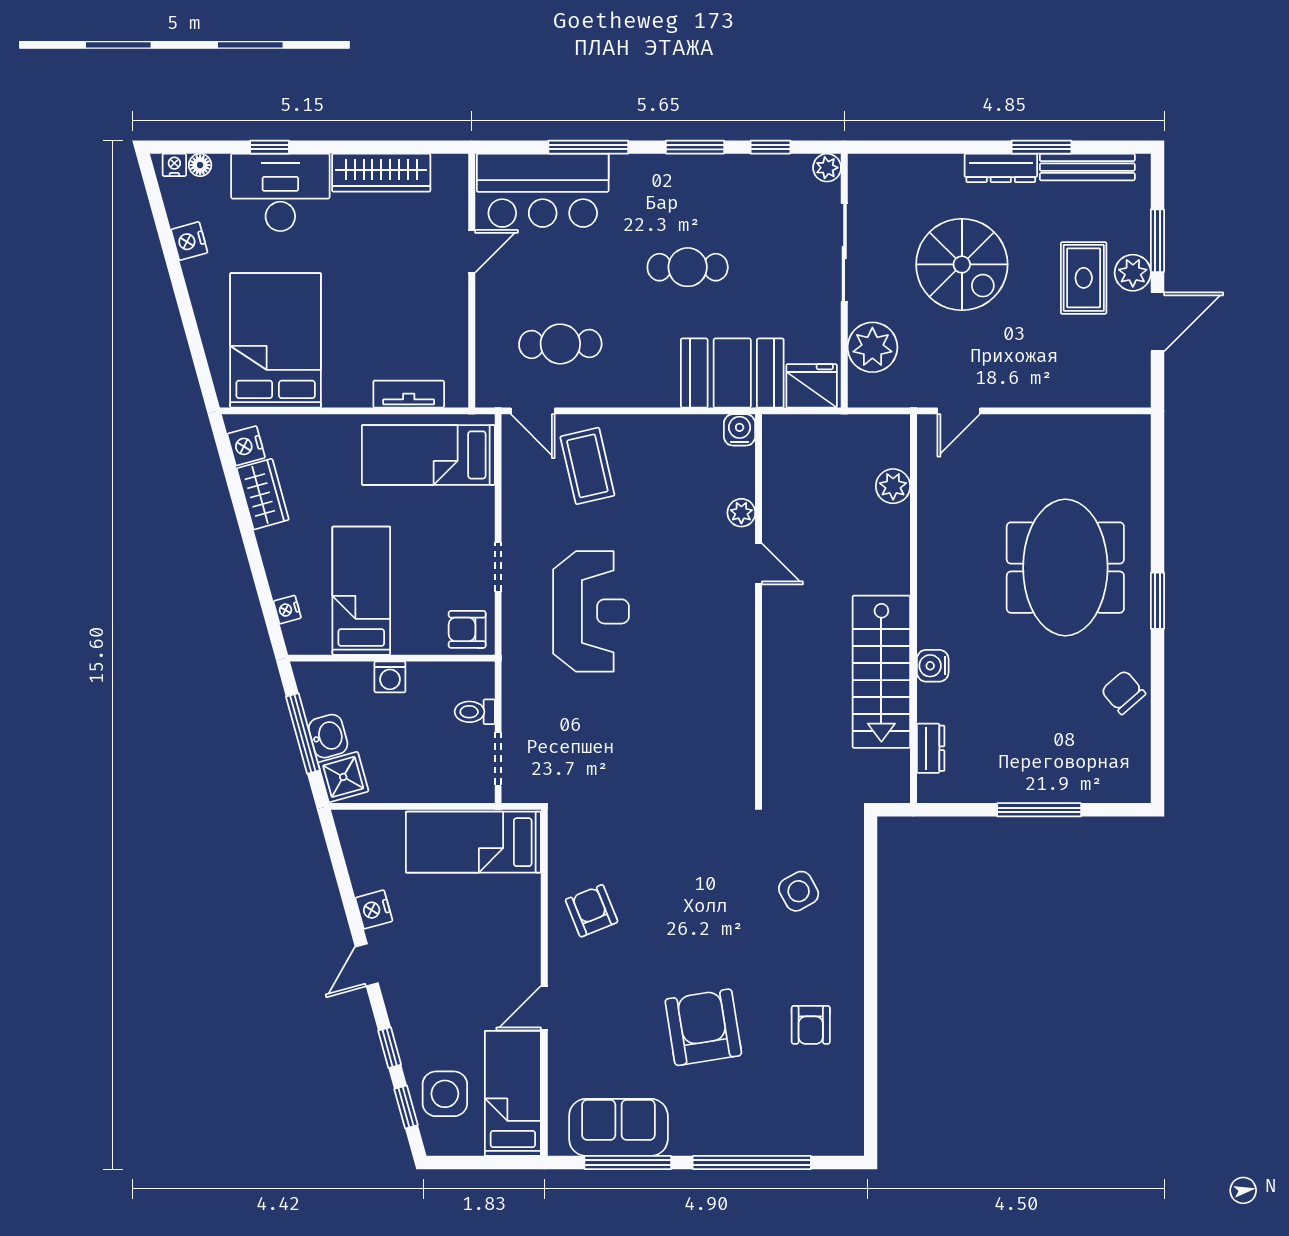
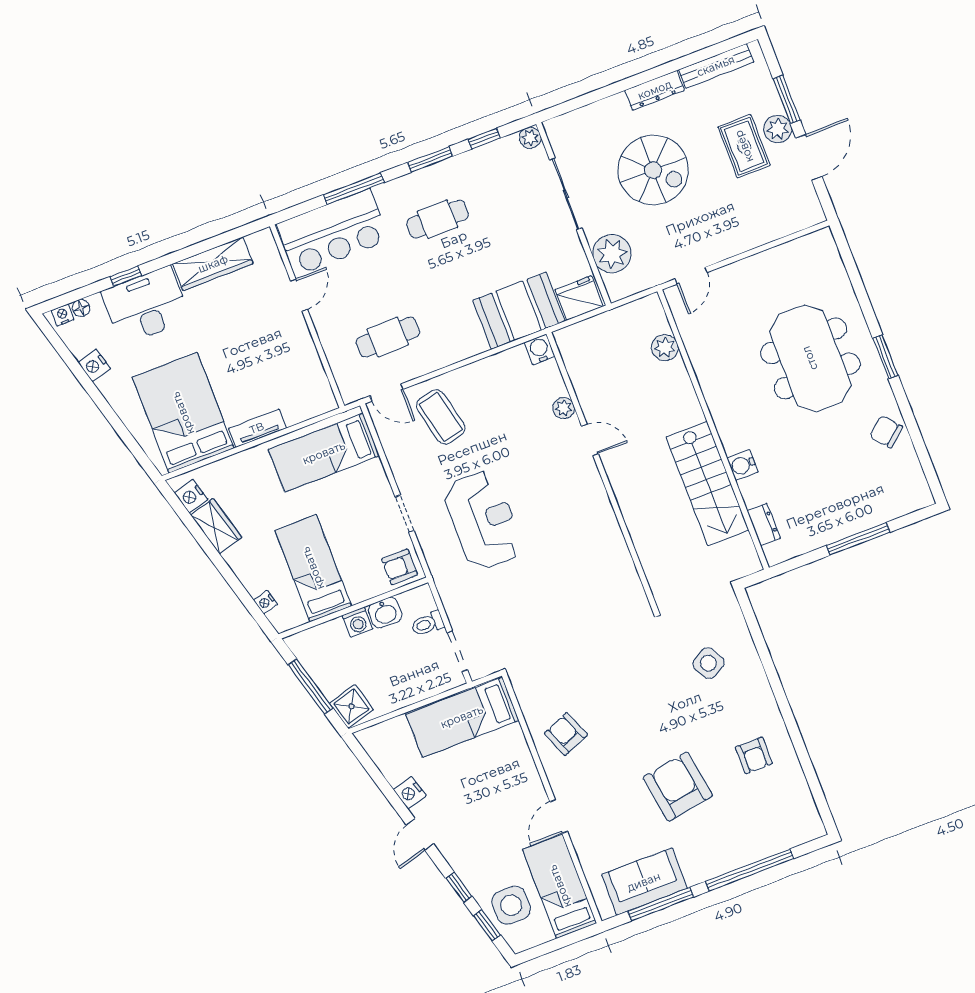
window: (1041, 147) -> (678, 64), removed
cafe table: (688, 267) -> (438, 219), moved
tv unit: (409, 394) -> (257, 428), moved
washbasin: (328, 736) -> (385, 613), moved, turned 105

